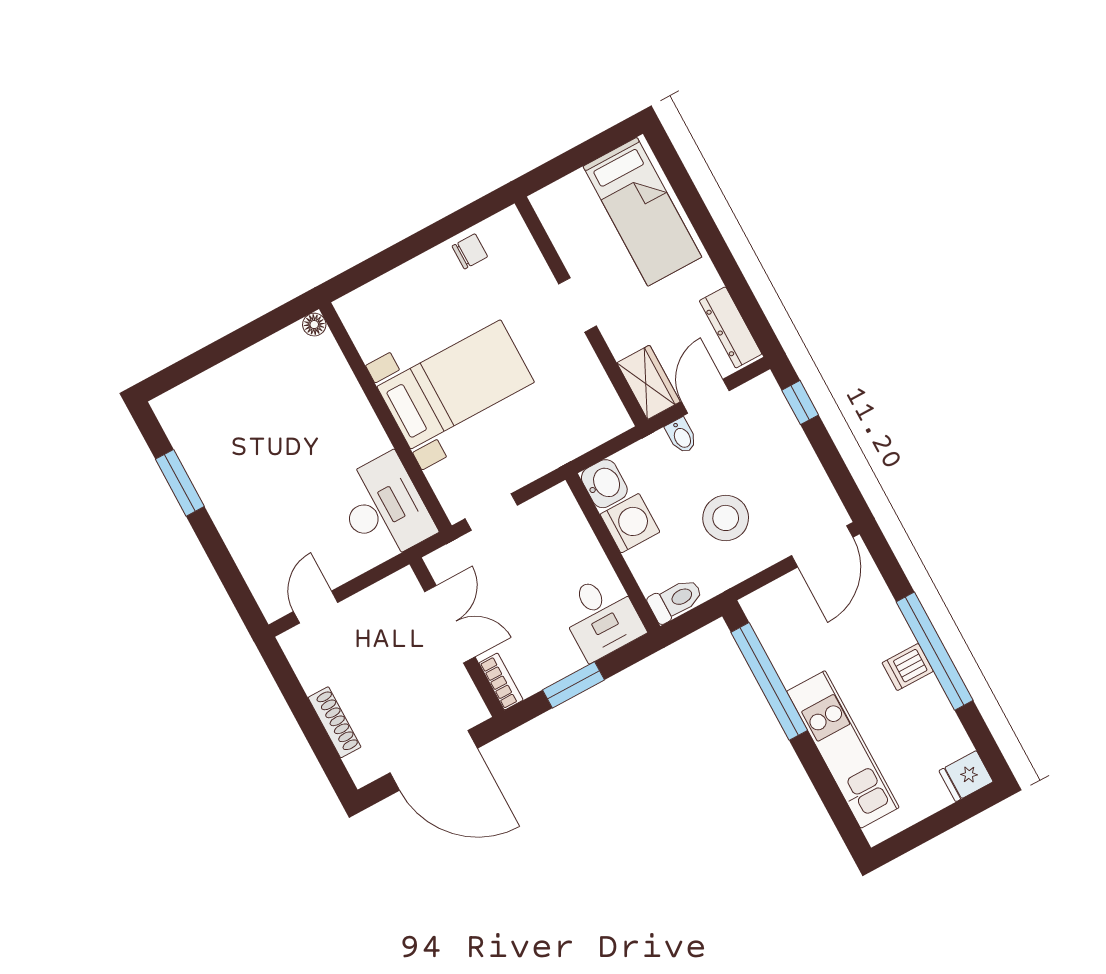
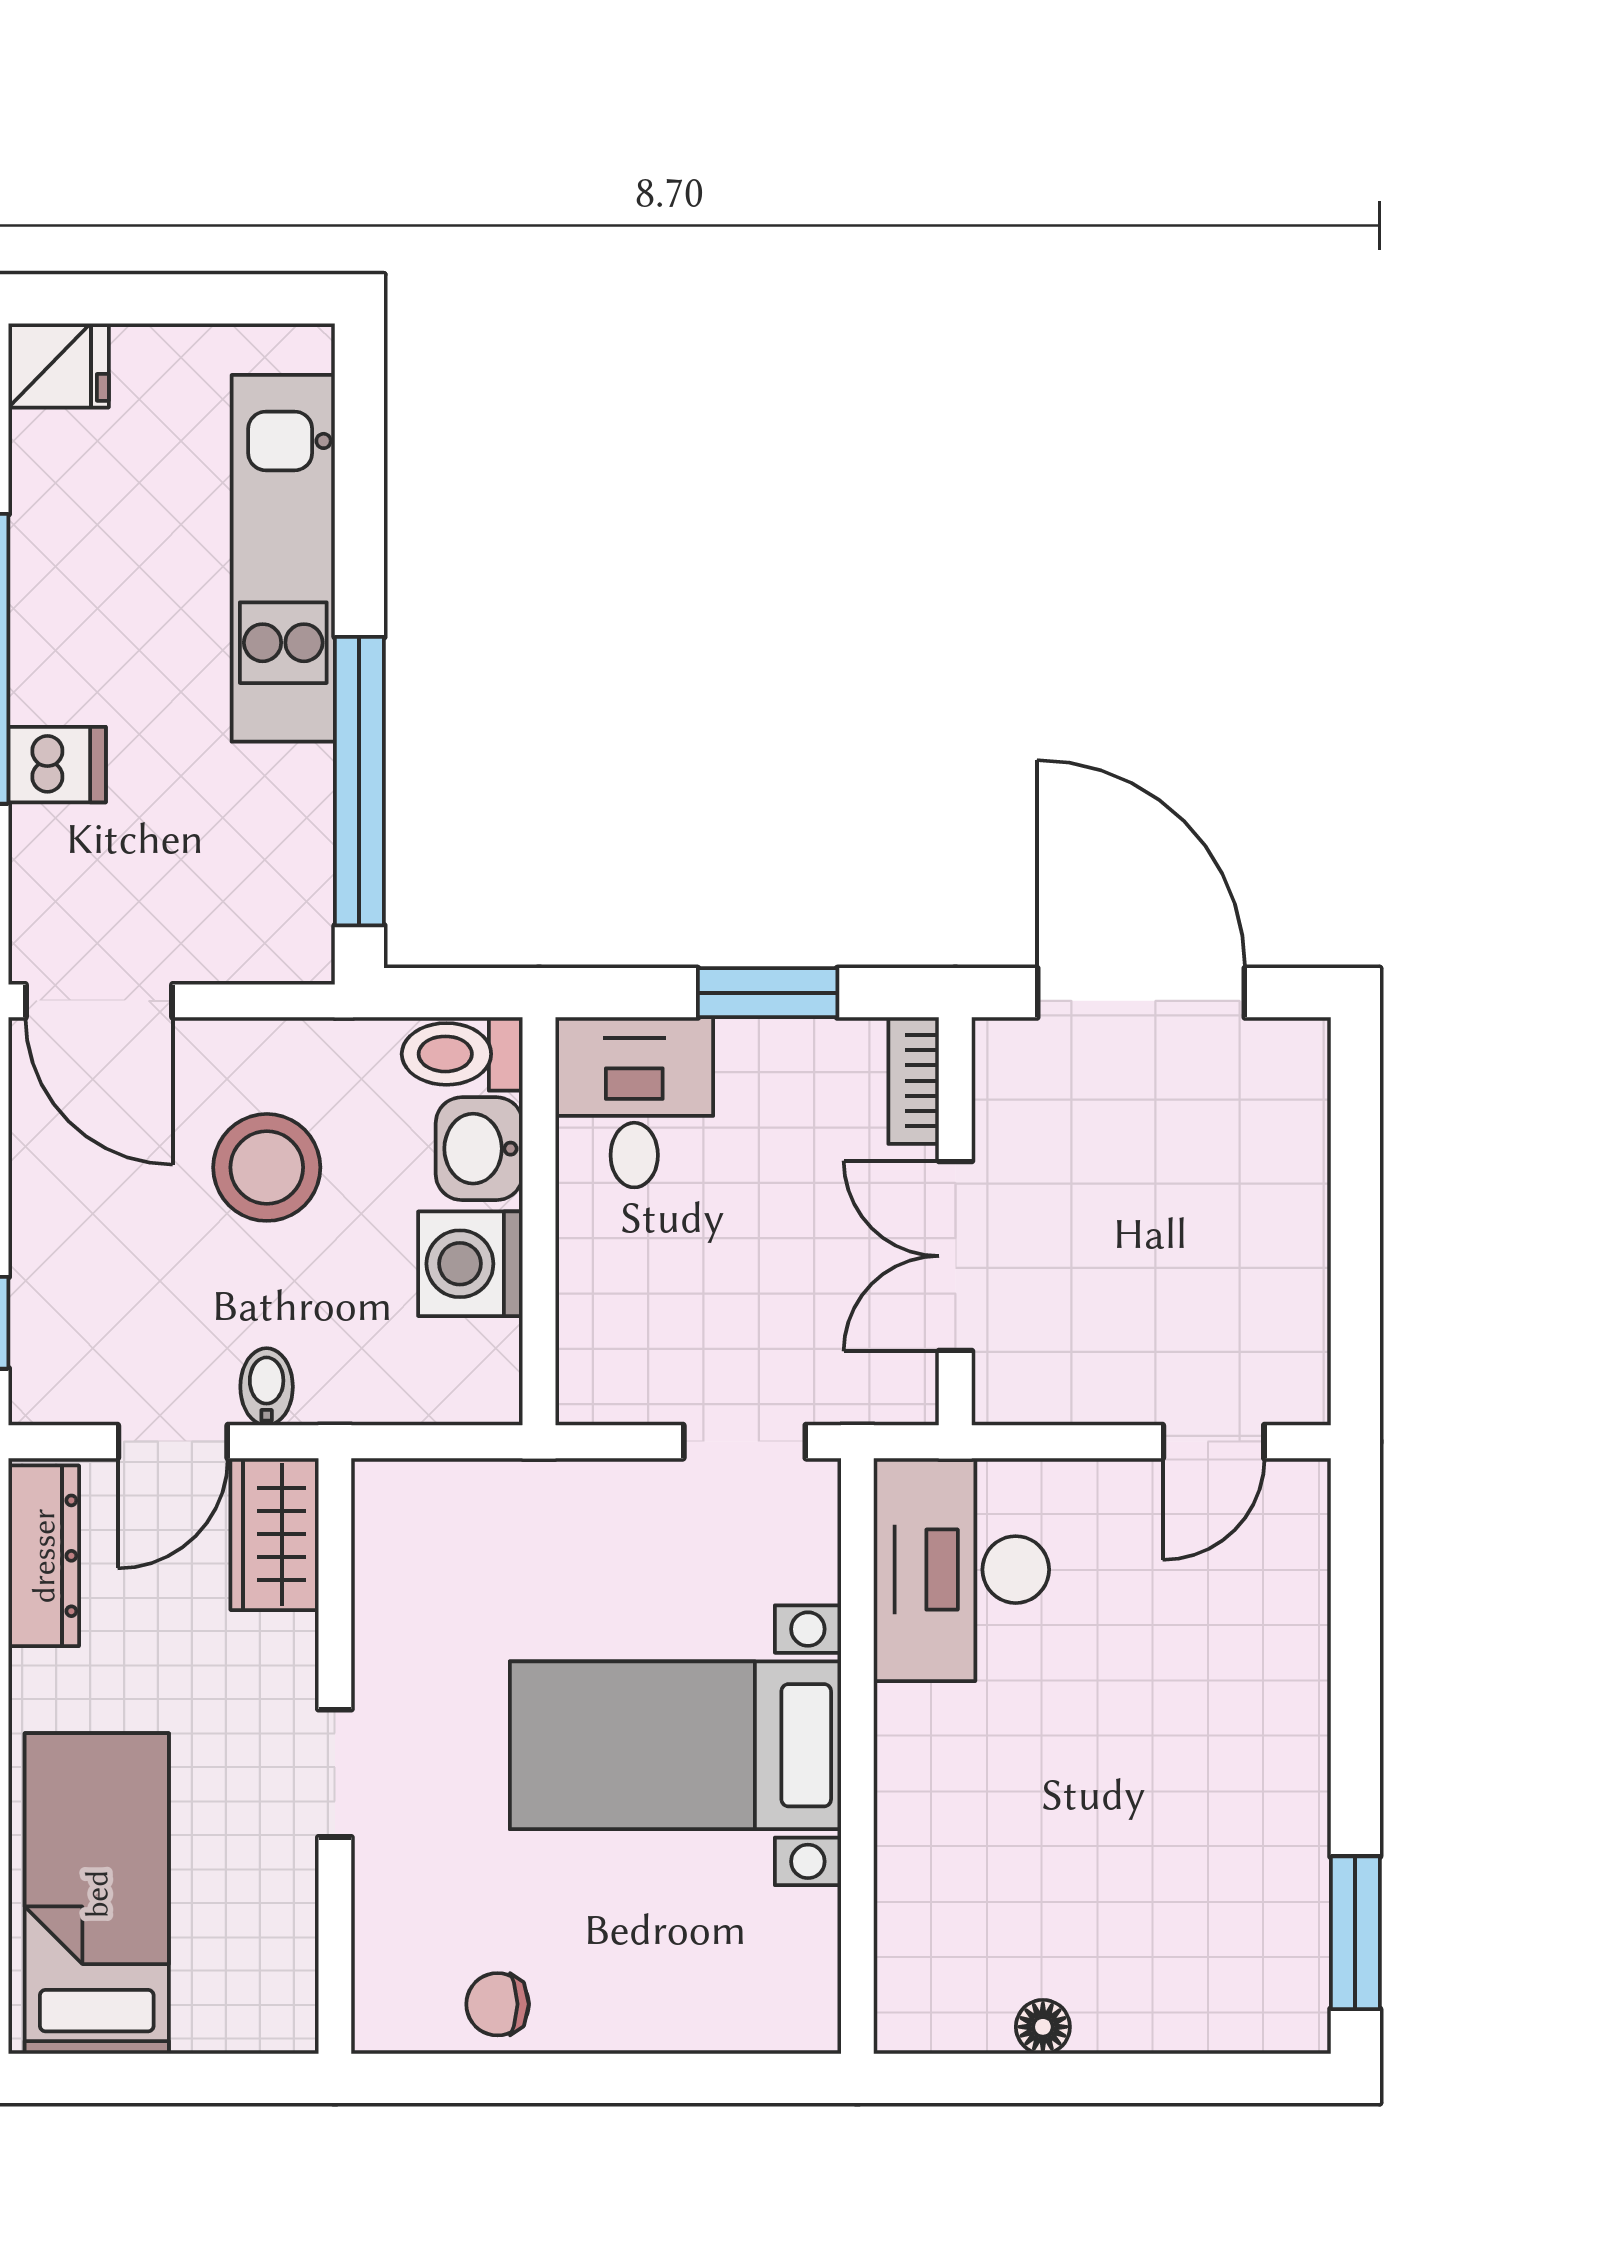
floor lamp: (314, 325) -> (1043, 2027), moved
window: (180, 483) -> (1355, 1933), moved
washbasin: (604, 484) -> (479, 1149), moved
door: (822, 546) -> (99, 1001), swing flipped
dishwasher: (908, 667) -> (57, 765), moved
shoe rack: (335, 722) -> (1303, 1182), removed

